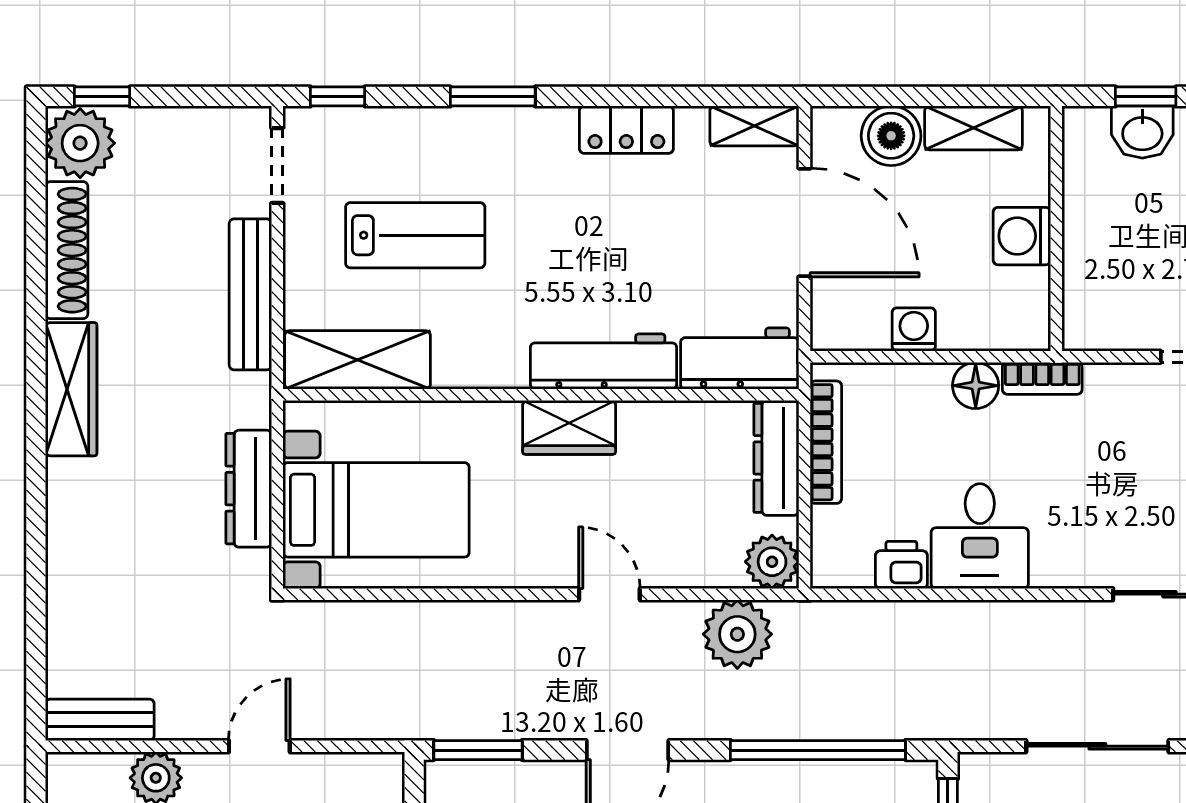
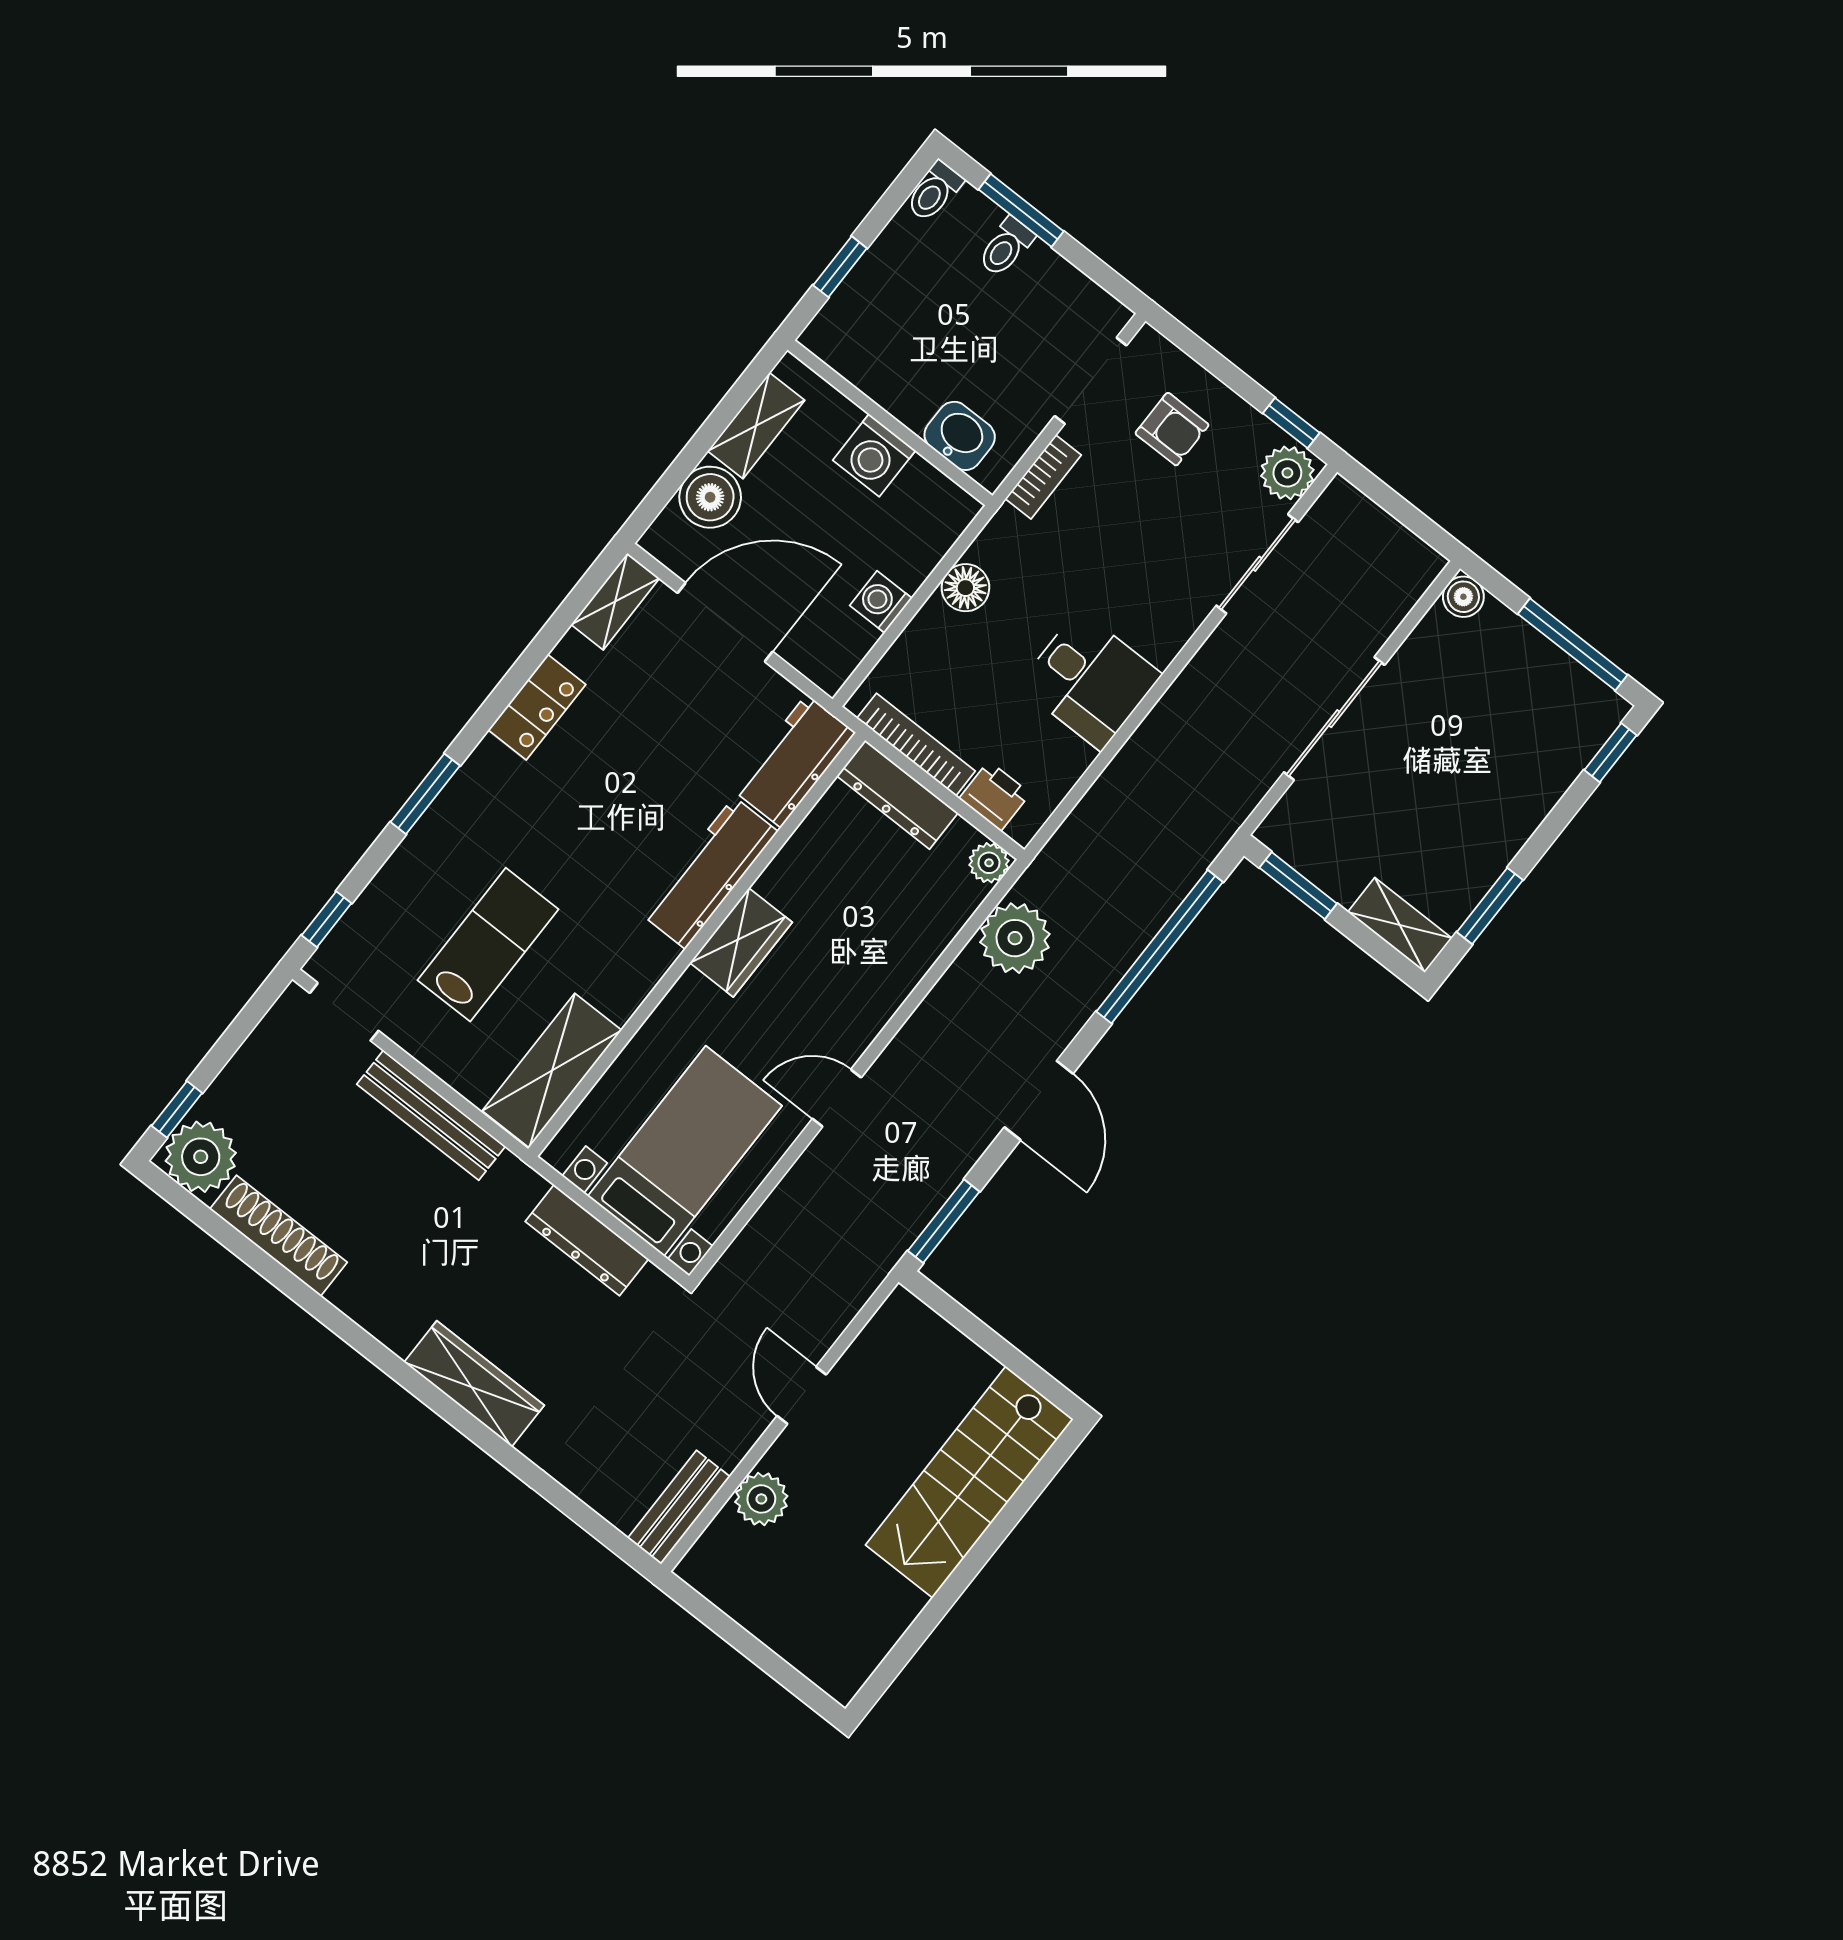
washbasin: (1142, 132) -> (960, 436), moved, turned -90
bookcase: (1042, 378) -> (1043, 477), moved
wardrobe: (71, 389) -> (474, 1384), moved
plant: (772, 562) -> (989, 863), width x0.73, depth x0.73
printer: (901, 565) -> (995, 796), moved, turned 90
door: (609, 594) -> (837, 1098), moved

